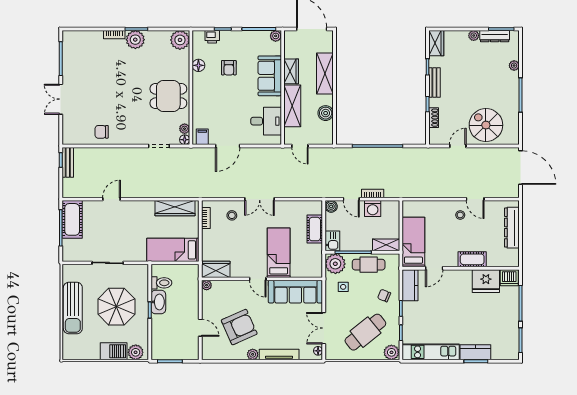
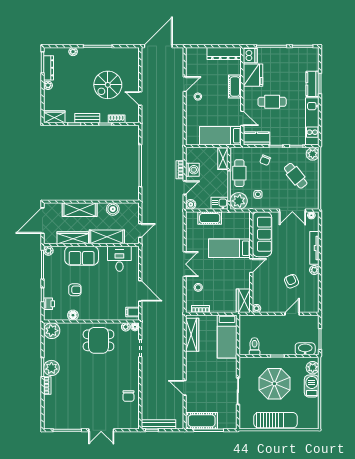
wardrobe: (291, 71) -> (73, 238), width x1.50
dining table: (168, 96) -> (98, 340), turned 90
spiral stairs: (486, 125) -> (108, 85), moved
bench: (68, 162) -> (158, 424), width x1.36
dresser: (512, 228) -> (224, 53), moved
washbasin: (158, 302) -> (305, 349), moved
cafe table: (454, 304) -> (272, 102), added
armchair: (239, 327) -> (291, 281), width x0.53, depth x0.53
cafe table: (365, 332) -> (296, 176), width x0.73, depth x0.74

